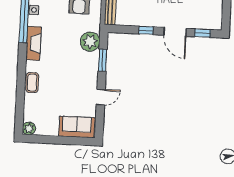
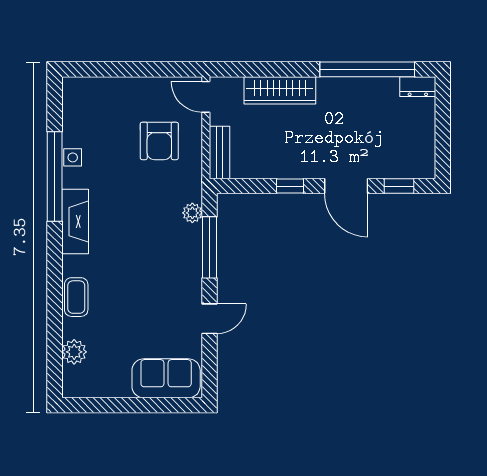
plant: (90, 42) -> (192, 213), width x0.53, depth x0.53
window: (103, 60) -> (209, 247), width x1.44
plant: (29, 128) -> (74, 352), moved

